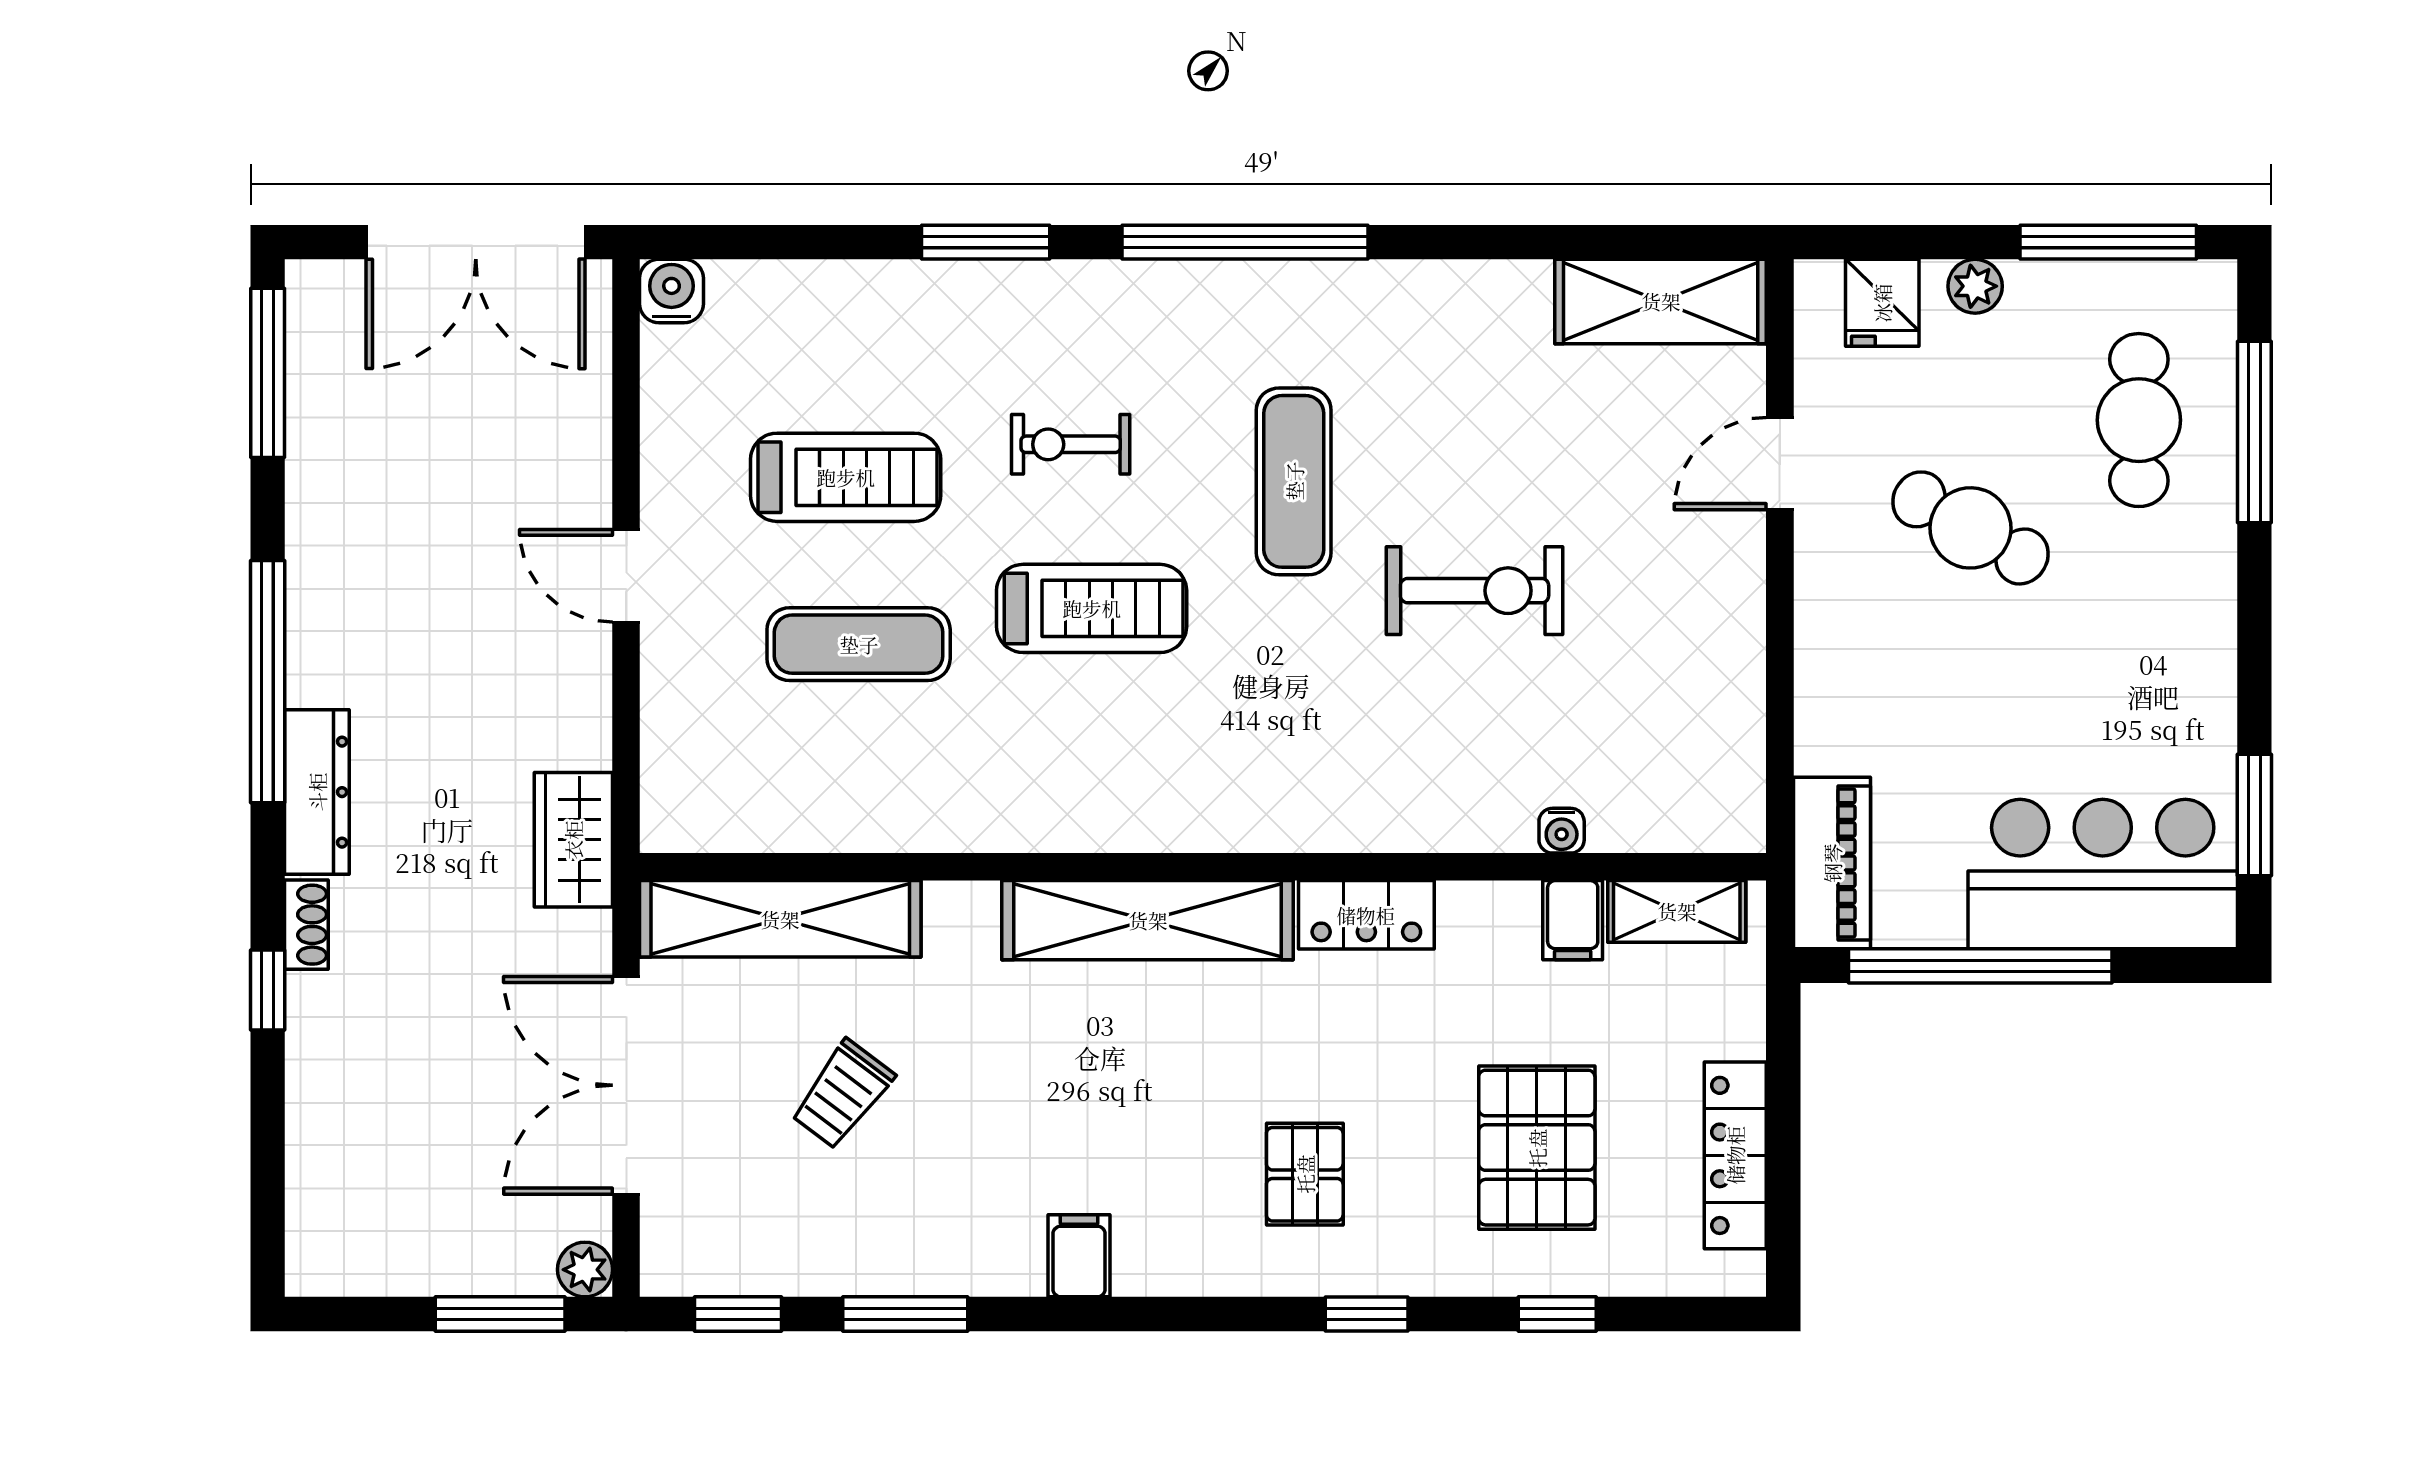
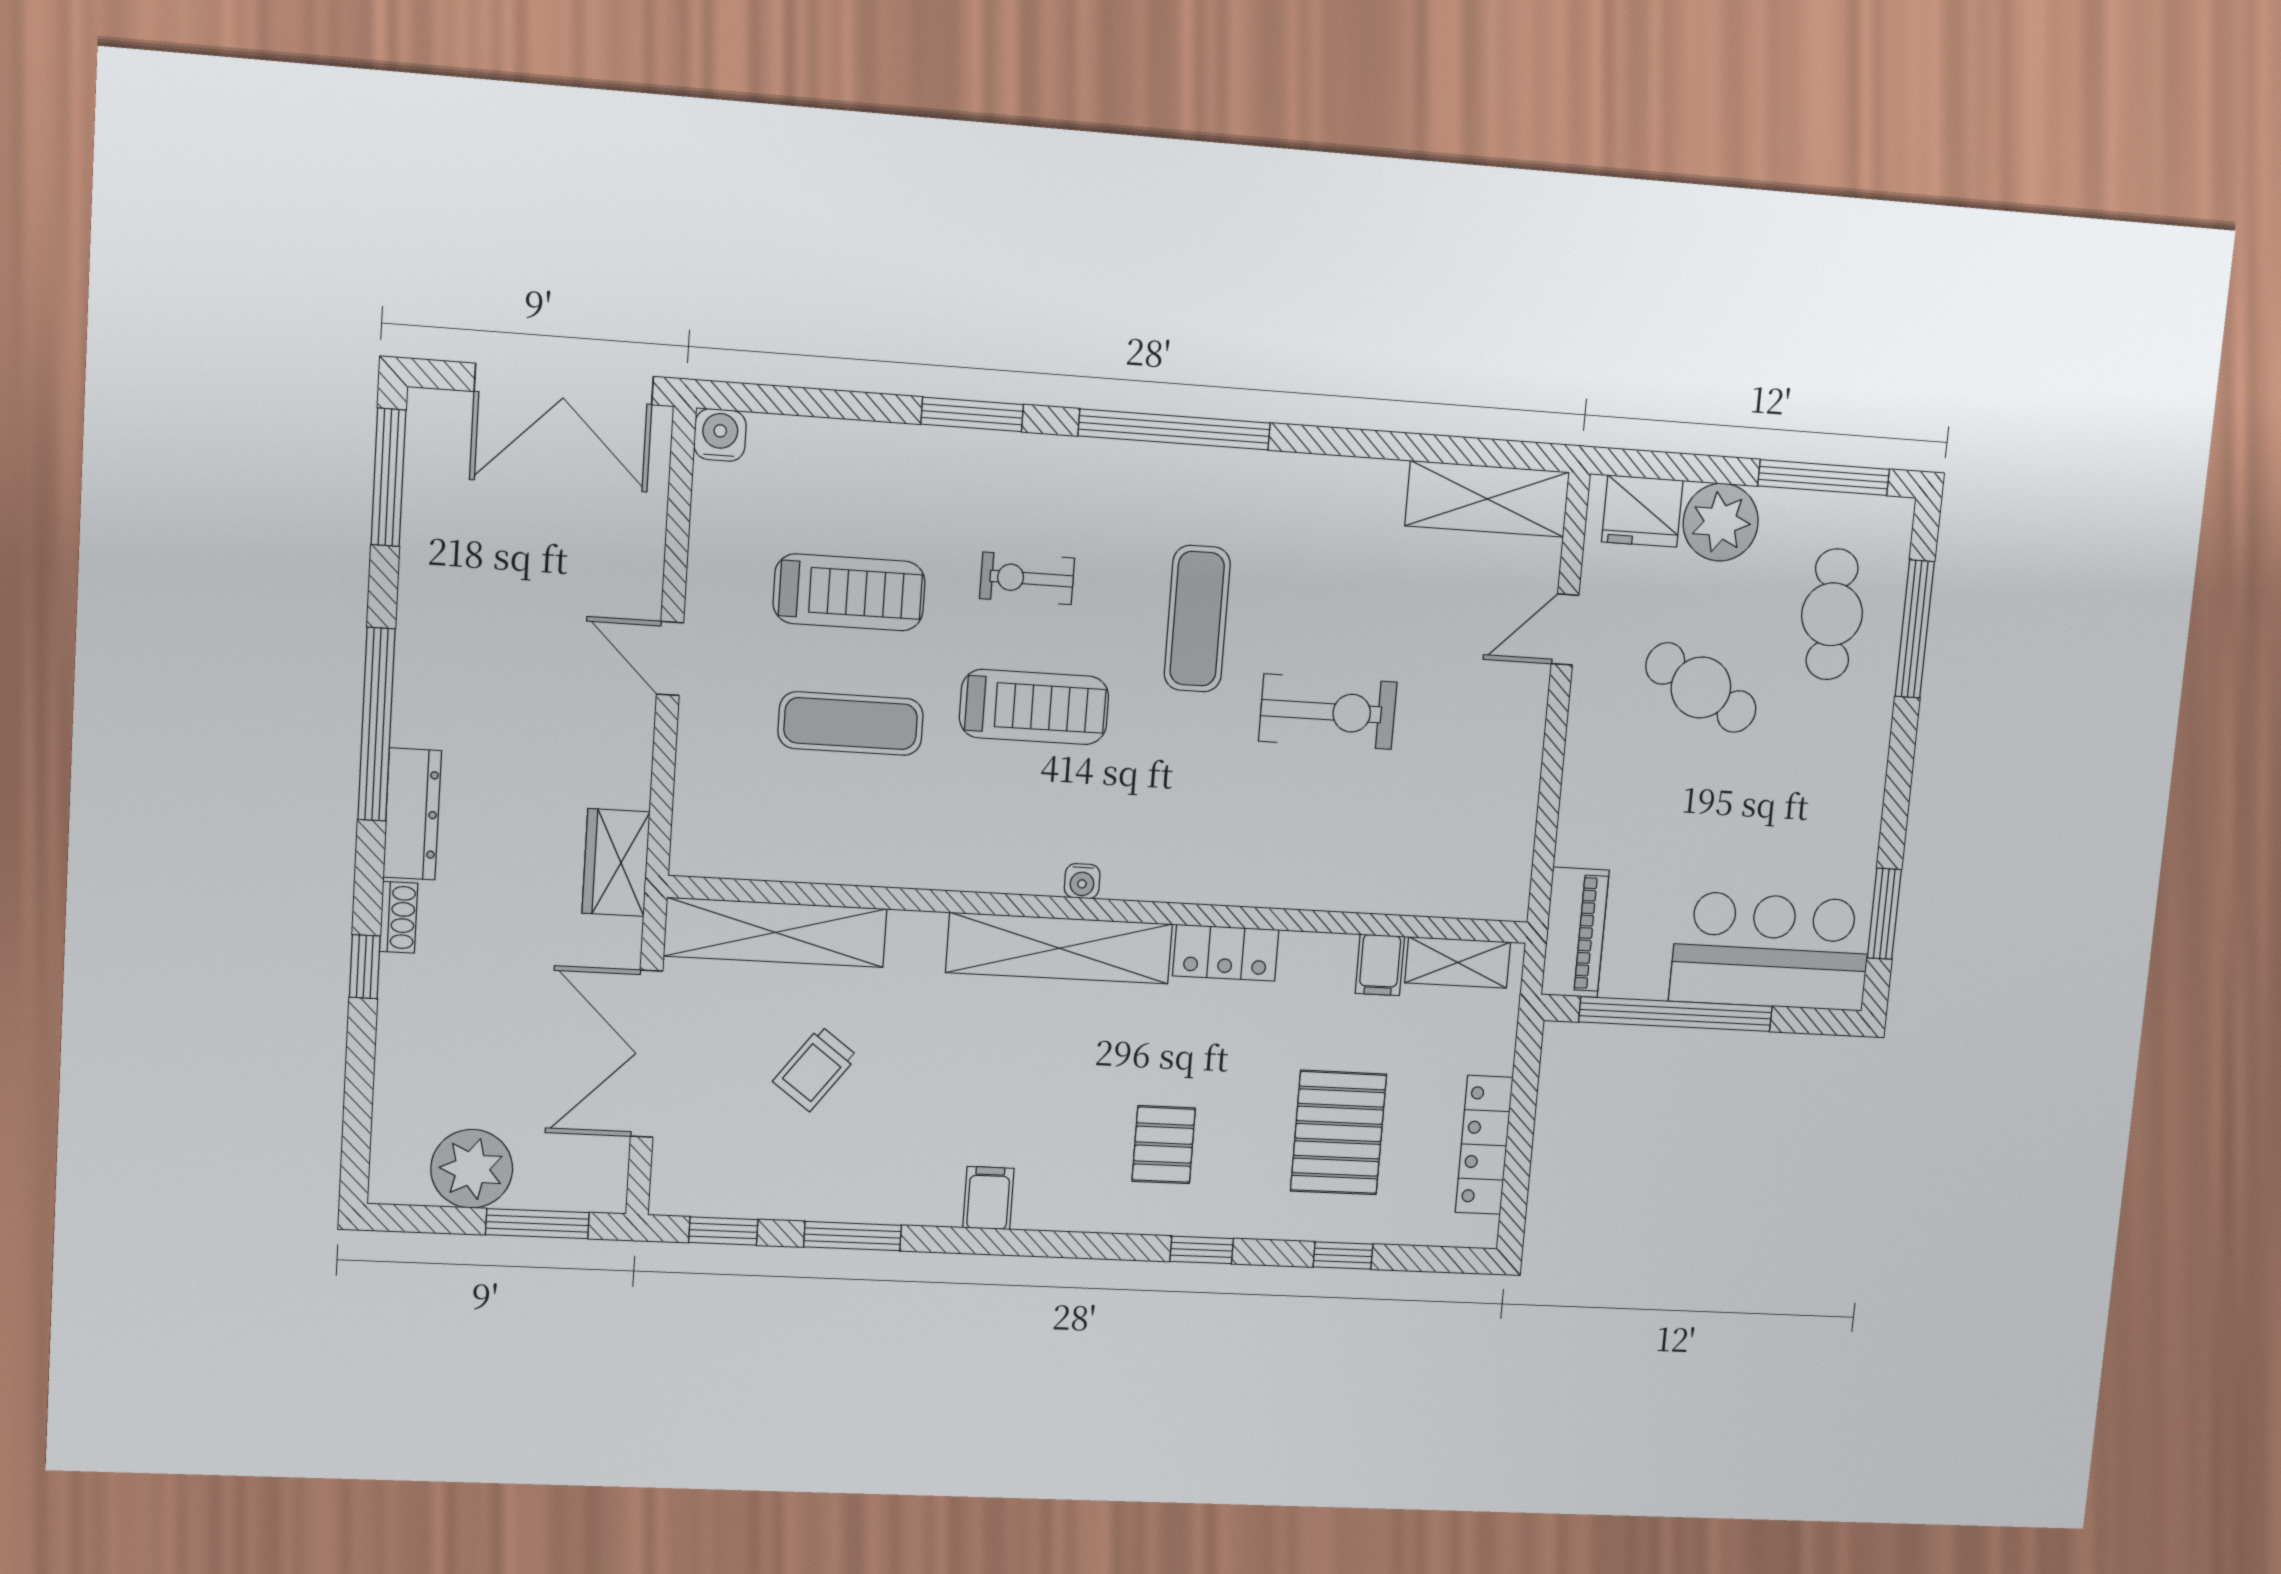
plant: (1975, 286) -> (1721, 522), width x1.87, depth x1.87
fridge: (1882, 303) -> (1642, 511), width x1.38
water cooler: (1562, 831) -> (1082, 881), moved
plant: (585, 1270) -> (472, 1169), moved, width x1.88, depth x1.88

